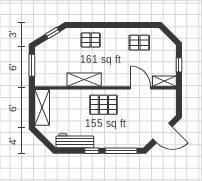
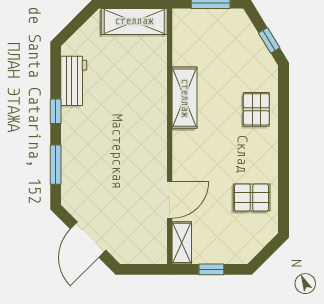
pallet: (139, 43) -> (252, 198), turned 90
pallet: (103, 105) -> (139, 133), removed
workbench: (75, 141) -> (74, 81), width x0.73
window: (121, 151) -> (56, 165), width x0.69

